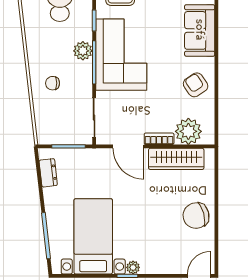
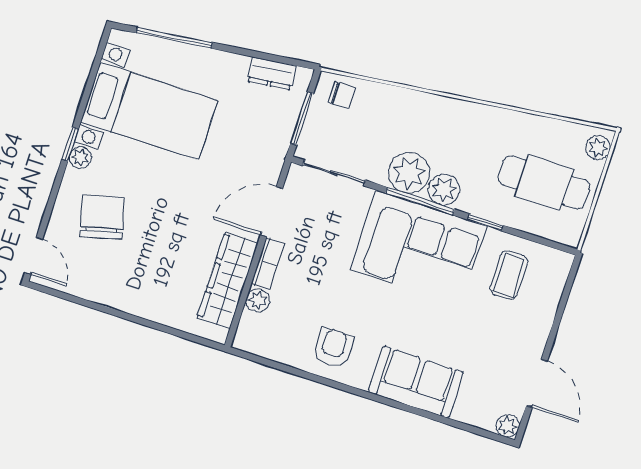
plant: (80, 74) -> (409, 173), added
chair: (53, 83) -> (342, 95), moved, turned 90
armchair: (196, 85) -> (333, 348), turned -56
plant: (188, 131) -> (258, 300), width x0.53, depth x0.53
chair: (196, 216) -> (102, 217), moved

